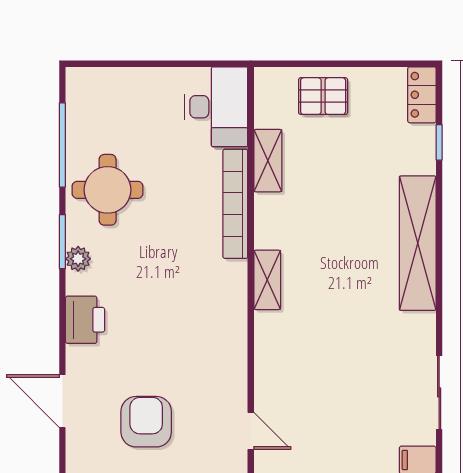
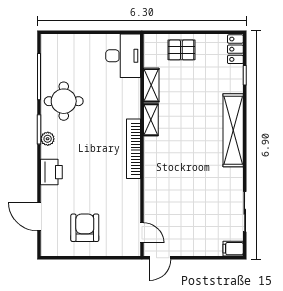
bookcase: (235, 204) -> (133, 149), moved
shelving: (267, 280) -> (151, 120), moved

